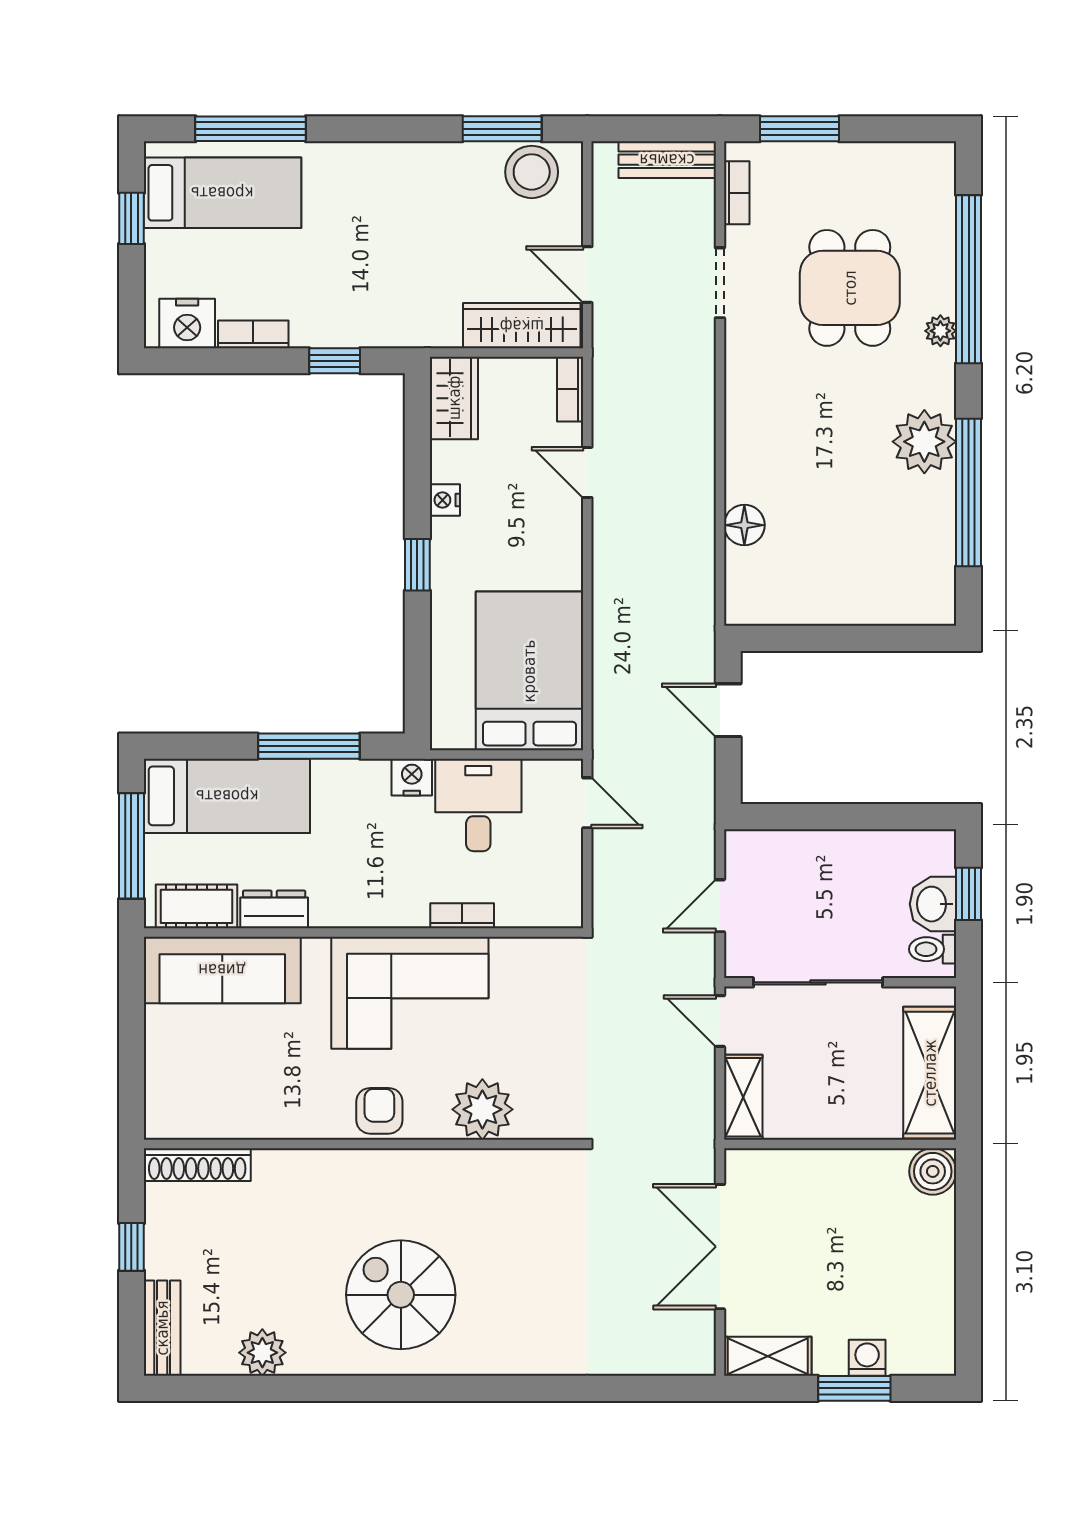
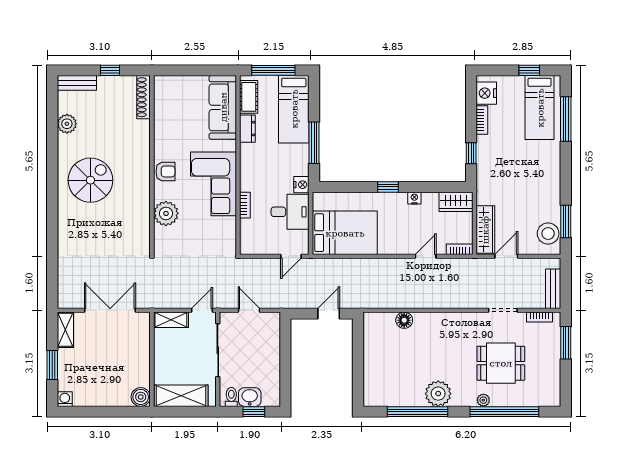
washing machine: (867, 1358) -> (65, 399), moved, turned -90

